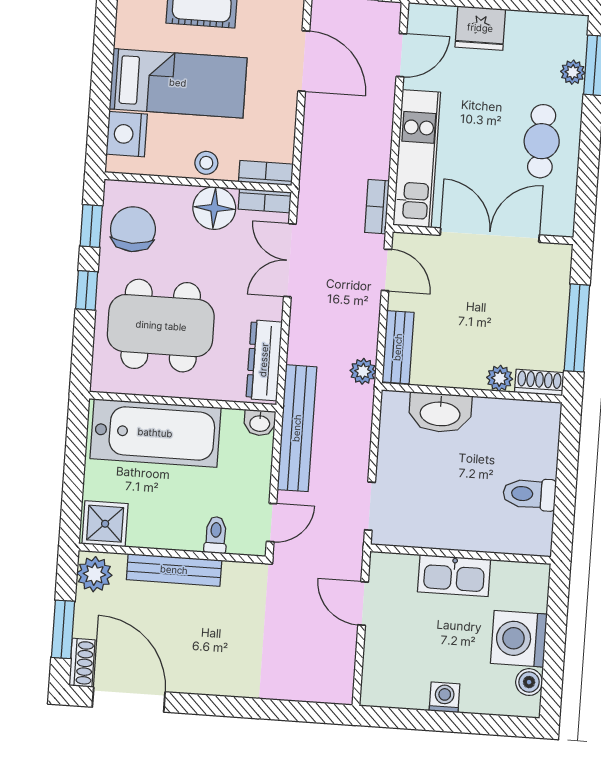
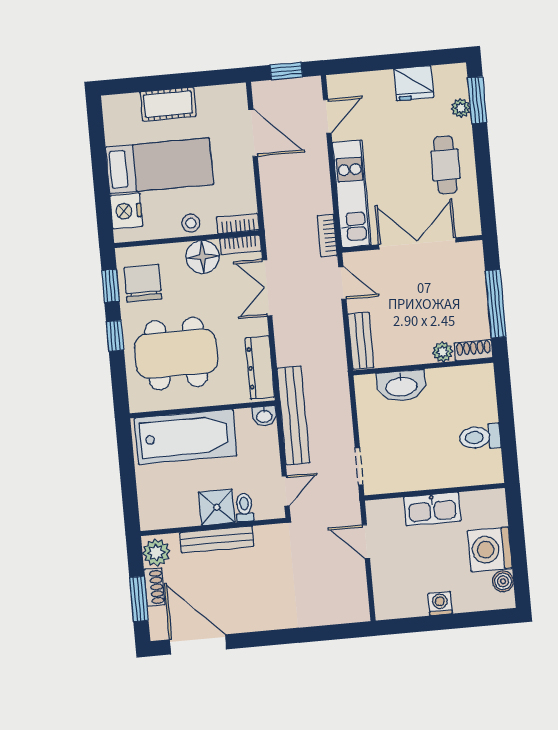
fridge: (480, 28) -> (414, 83), moved
plant: (363, 371) -> (337, 364), removed
shower: (105, 524) -> (217, 507), moved
shoe rack: (82, 663) -> (154, 587), moved

